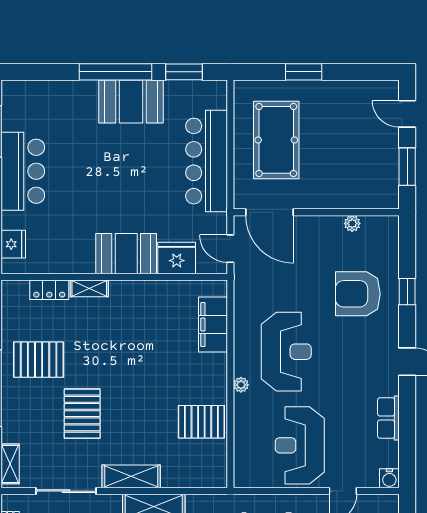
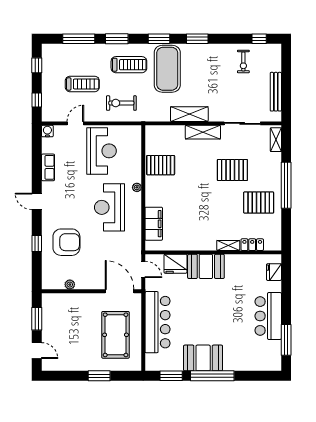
pallet: (82, 414) -> (232, 170), turned 90

